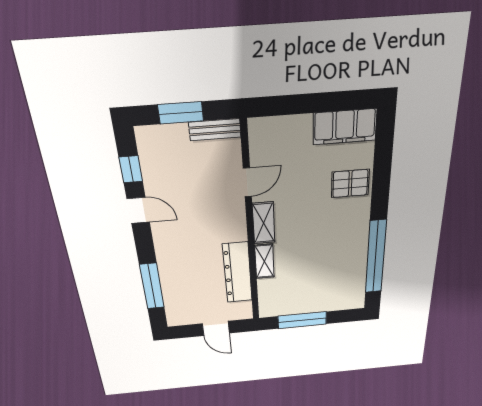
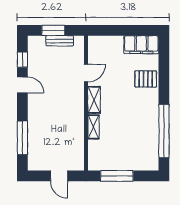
bench: (215, 130) -> (60, 41), moved
dresser: (238, 273) -> (76, 134), removed

